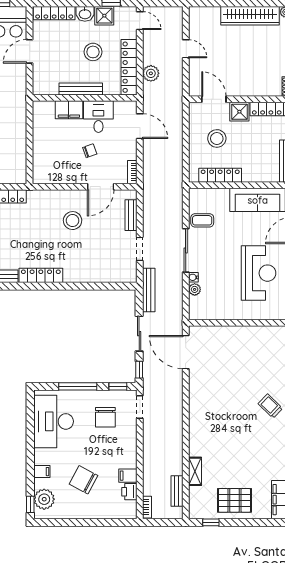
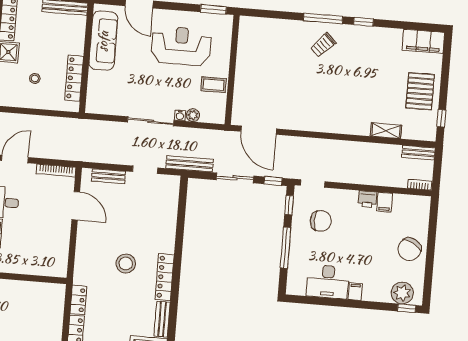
stool: (217, 138) -> (35, 78), width x0.53, depth x0.53
chair: (90, 151) -> (37, 214), removed
bookcase: (132, 172) -> (56, 170), width x1.56
coffee table: (202, 220) -> (213, 85), moved, turned 90
stool: (73, 221) -> (126, 264), moved
door: (186, 352) -> (259, 130), hinge flipped
desk: (54, 421) -> (328, 282), width x0.73, depth x0.77
filing cabinet: (42, 472) -> (355, 292), moved
chair: (84, 480) -> (410, 249), moved
bench: (177, 491) -> (418, 153), moved
printer: (129, 492) -> (367, 199), moved

